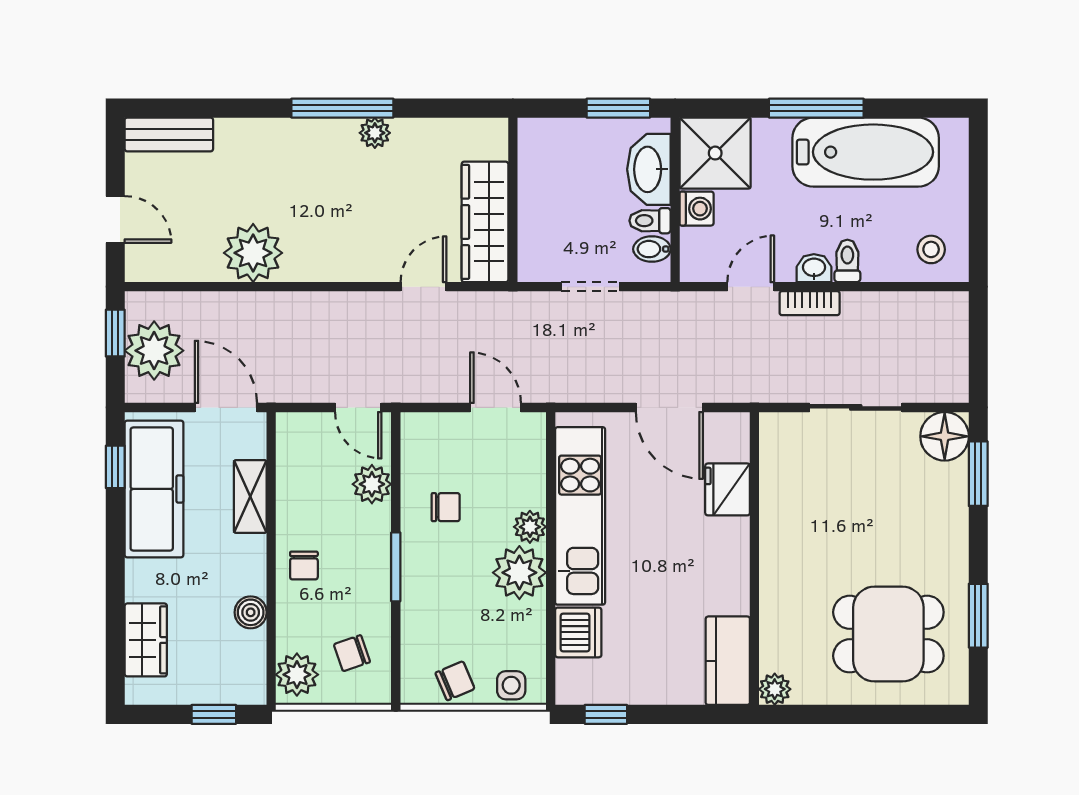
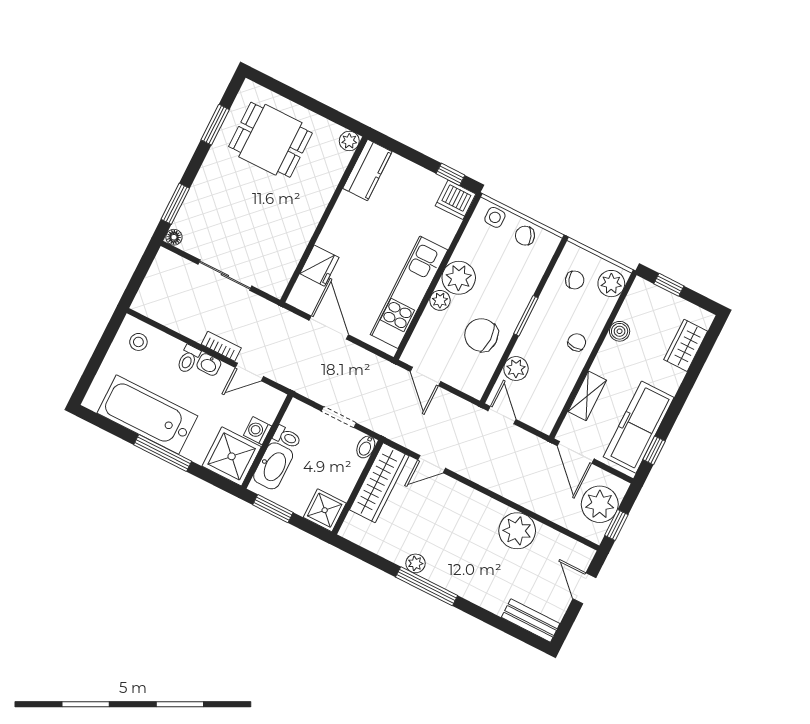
shower: (543, 143) -> (325, 510), added
bidet: (652, 249) -> (366, 447), moved, turned 90
floor lamp: (945, 436) -> (174, 237), width x0.53, depth x0.53
chair: (446, 507) -> (481, 335), width x1.87, depth x1.87
dishwasher: (578, 632) -> (455, 200), moved, turned -90

